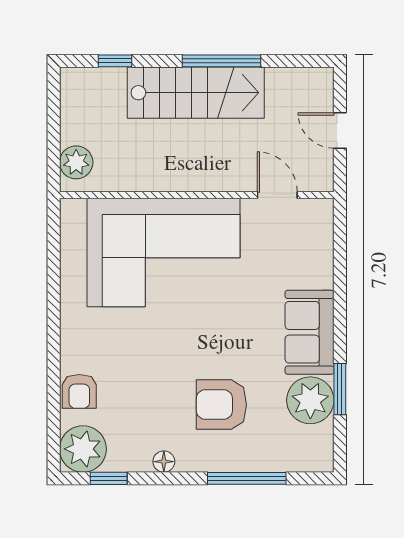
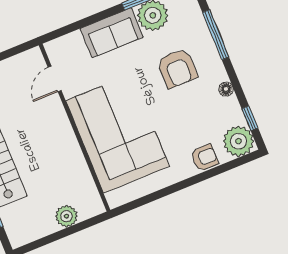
wall: (197, 195) -> (75, 128), moved
door: (277, 195) -> (55, 79), moved
corner sofa: (164, 253) -> (118, 134), moved

